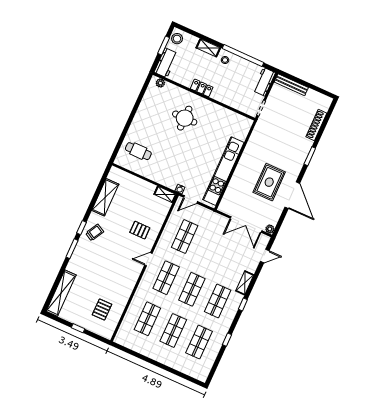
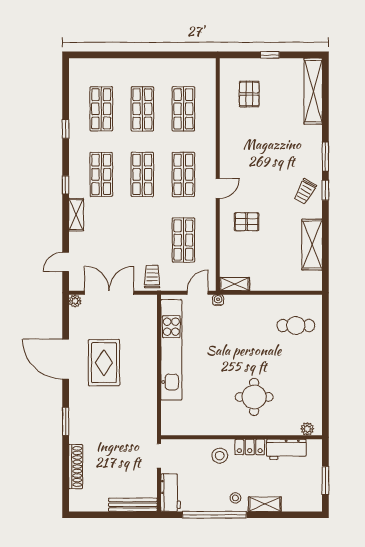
stool: (177, 39) -> (220, 456), moved
workbench: (166, 63) -> (286, 449), moved, turned -90
trolley: (215, 222) -> (152, 277), added

